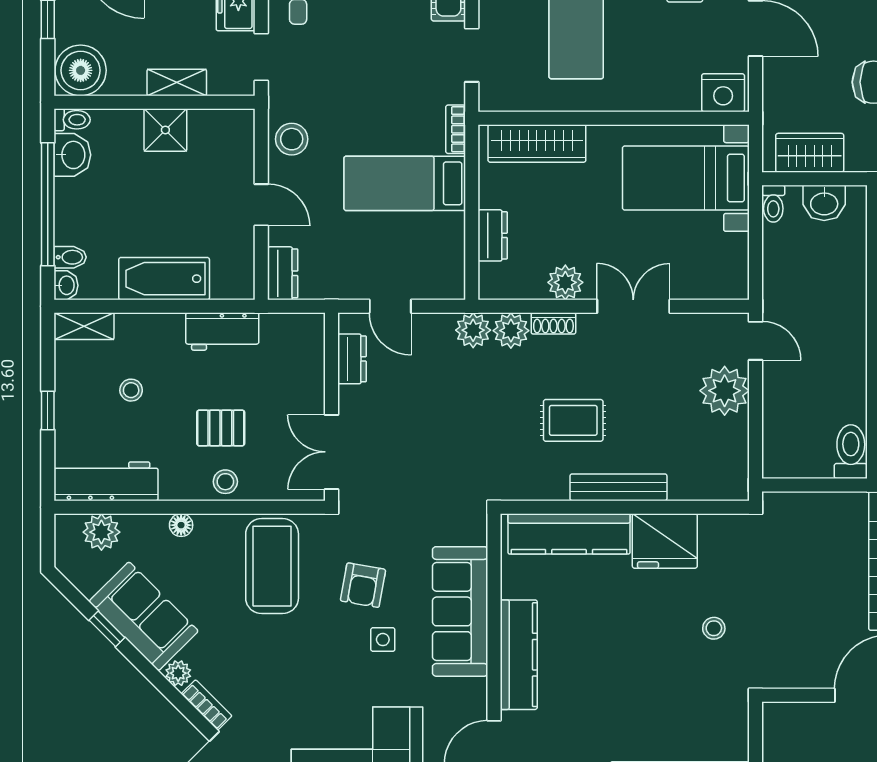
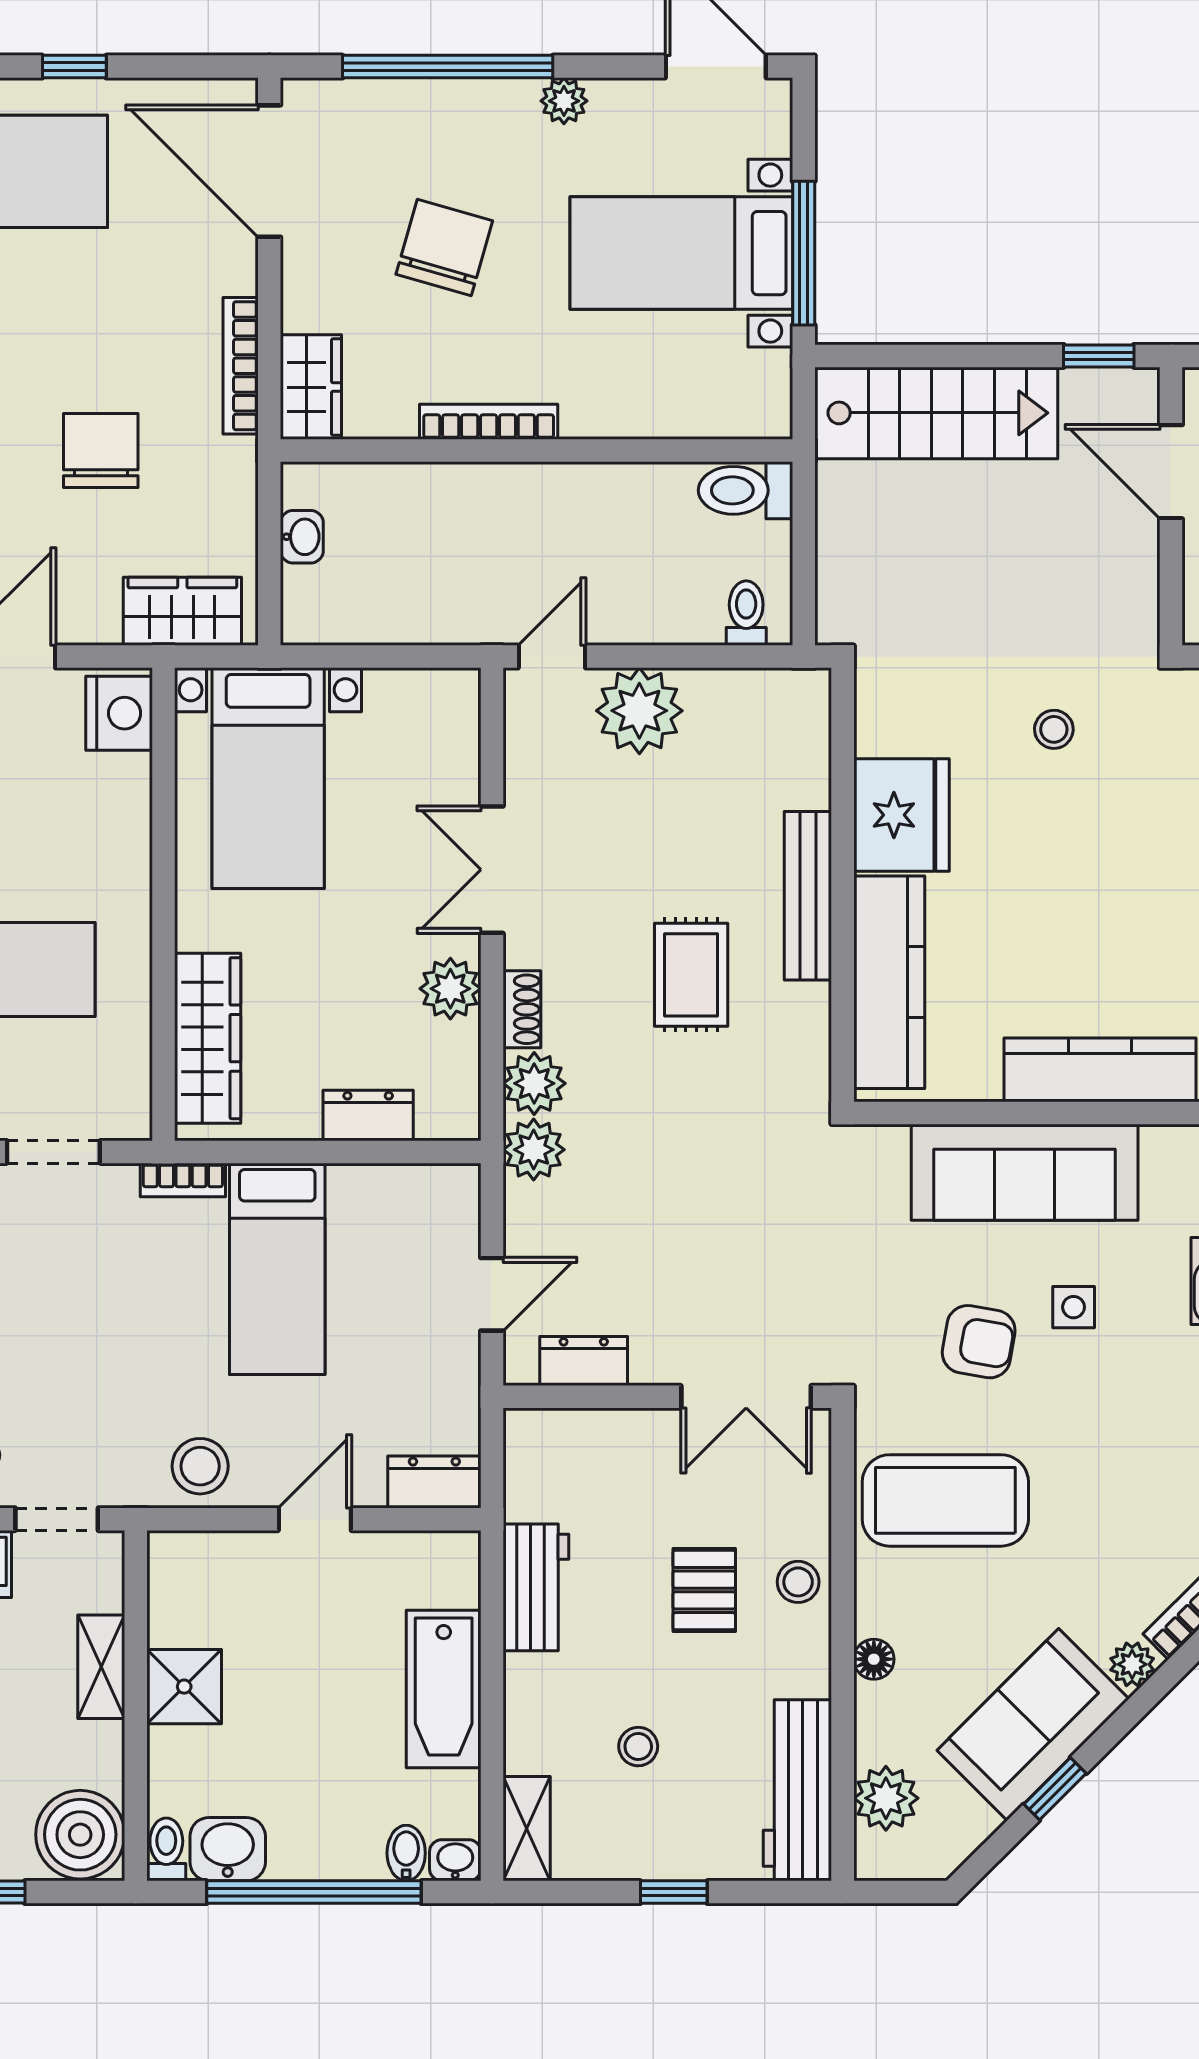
wardrobe: (810, 153) -> (182, 611), moved, turned 90
washbasin: (824, 203) -> (302, 537), width x0.72, depth x0.69
toilet: (773, 204) -> (746, 613), moved, turned -90

